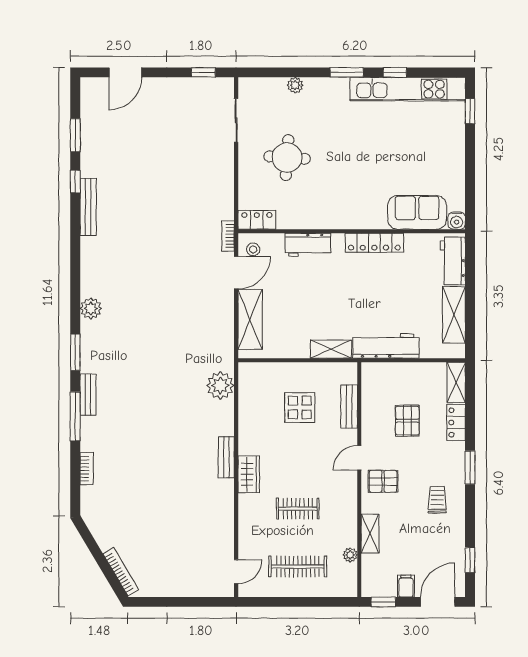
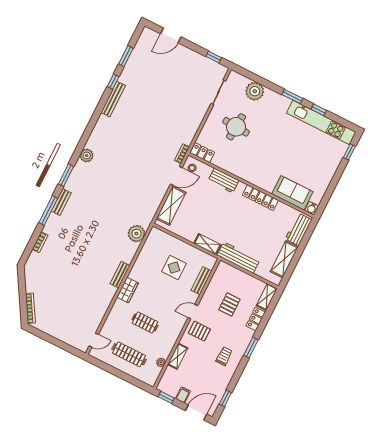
plant: (295, 85) -> (255, 91), width x1.87, depth x1.87

